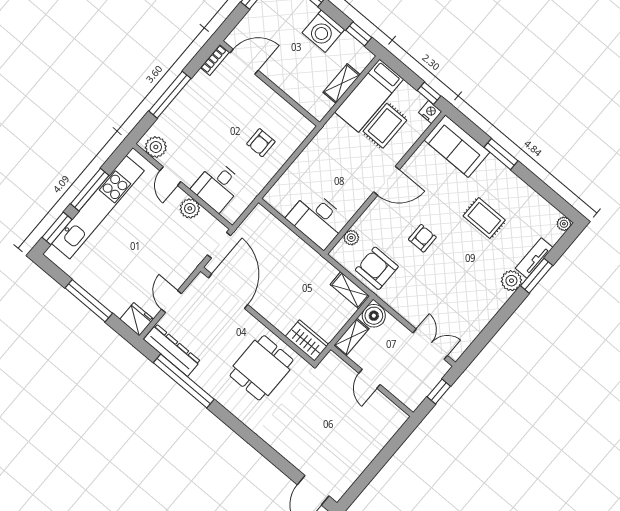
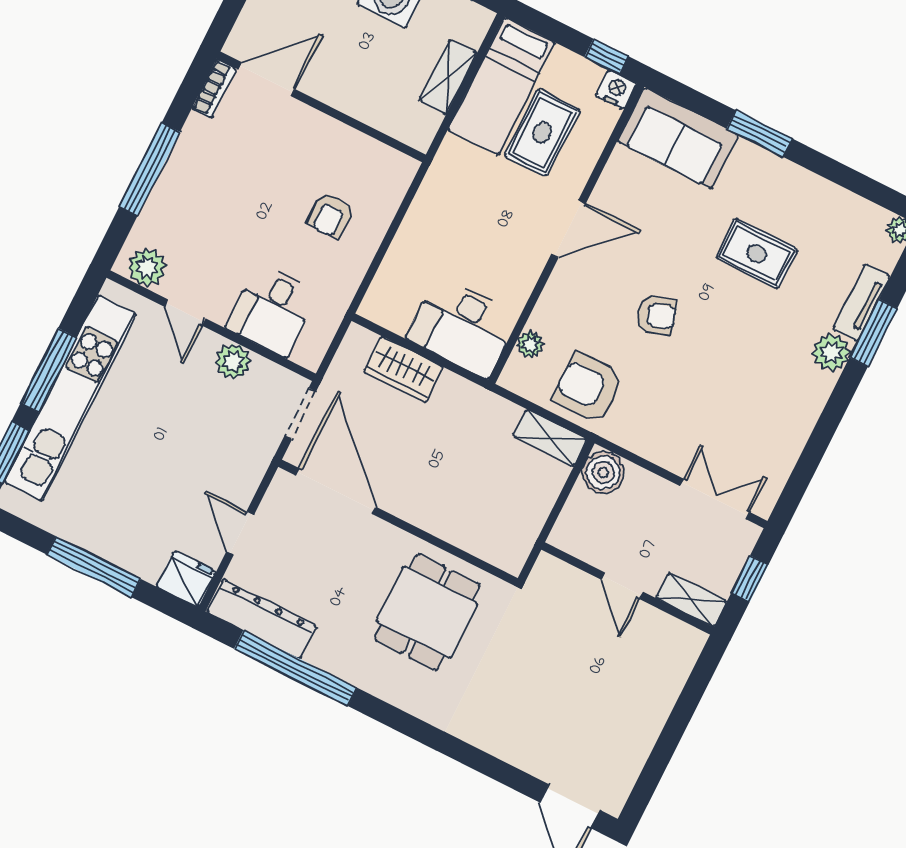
armchair: (422, 238) -> (656, 315), turned 73
shelving: (351, 337) -> (691, 600), moved, turned 90
wardrobe: (307, 340) -> (404, 370), moved, turned 180

